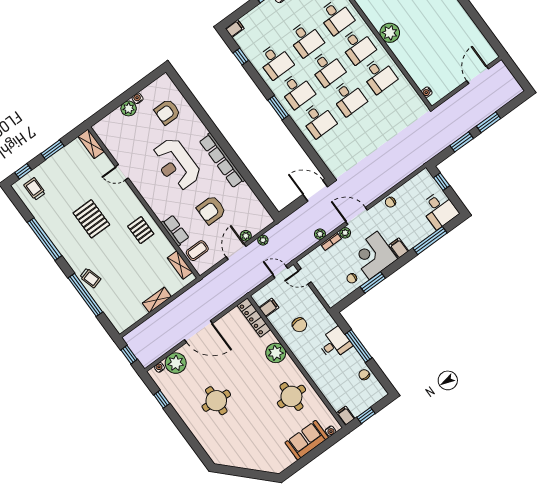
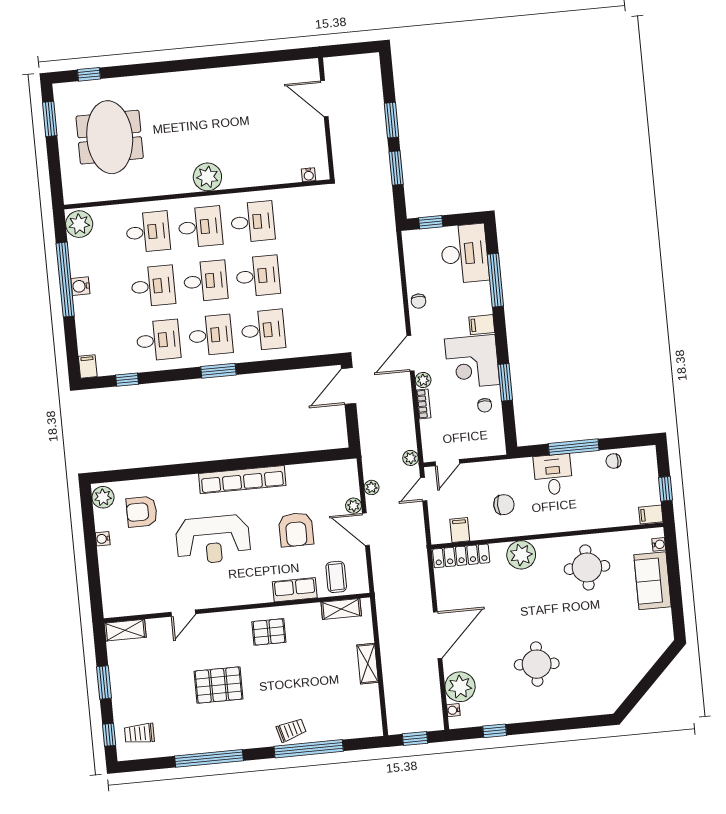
plant: (129, 108) -> (103, 497), moved
armchair: (167, 112) -> (142, 512), turned 90
desk: (439, 210) -> (464, 254), width x1.37
plant: (320, 234) -> (411, 458), moved

